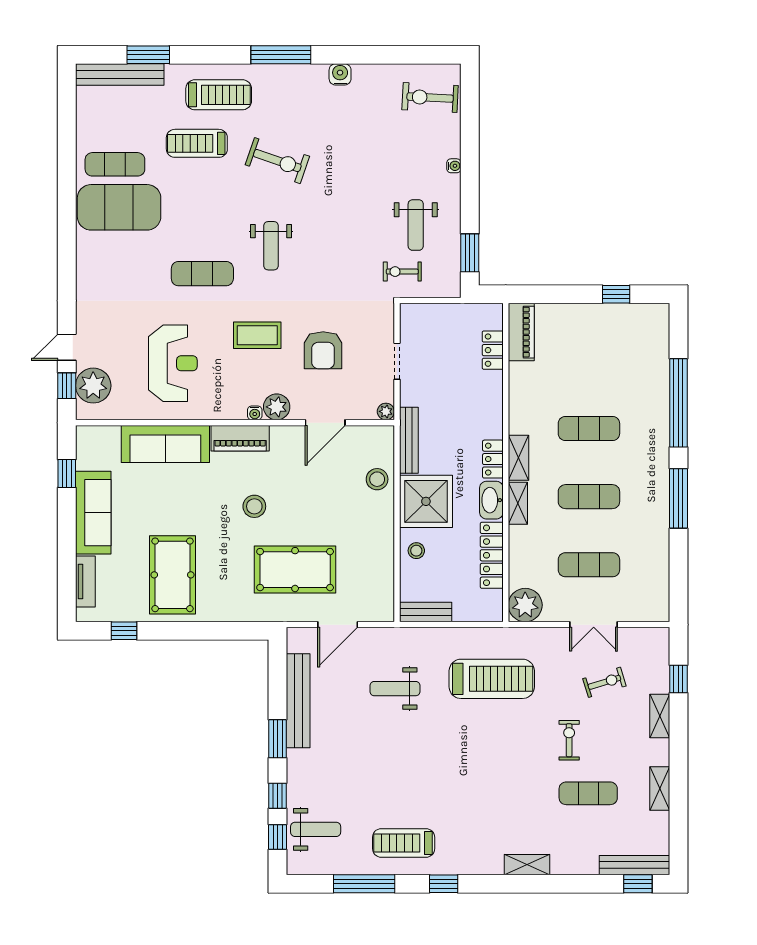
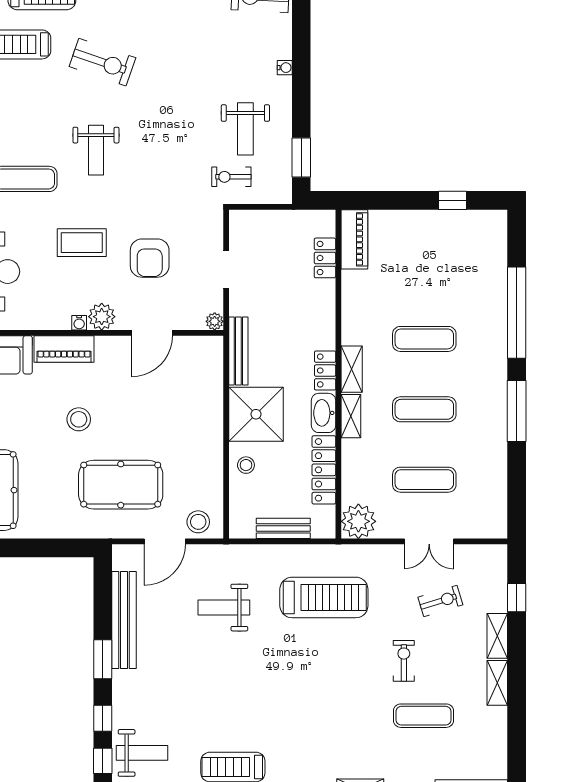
stool: (377, 479) -> (198, 522), moved
bench: (426, 612) -> (283, 528), moved
shelving: (660, 788) -> (497, 683), moved

